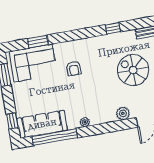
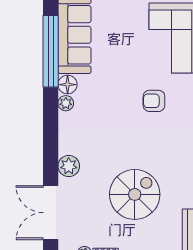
floor lamp: (73, 123) -> (68, 85), added

